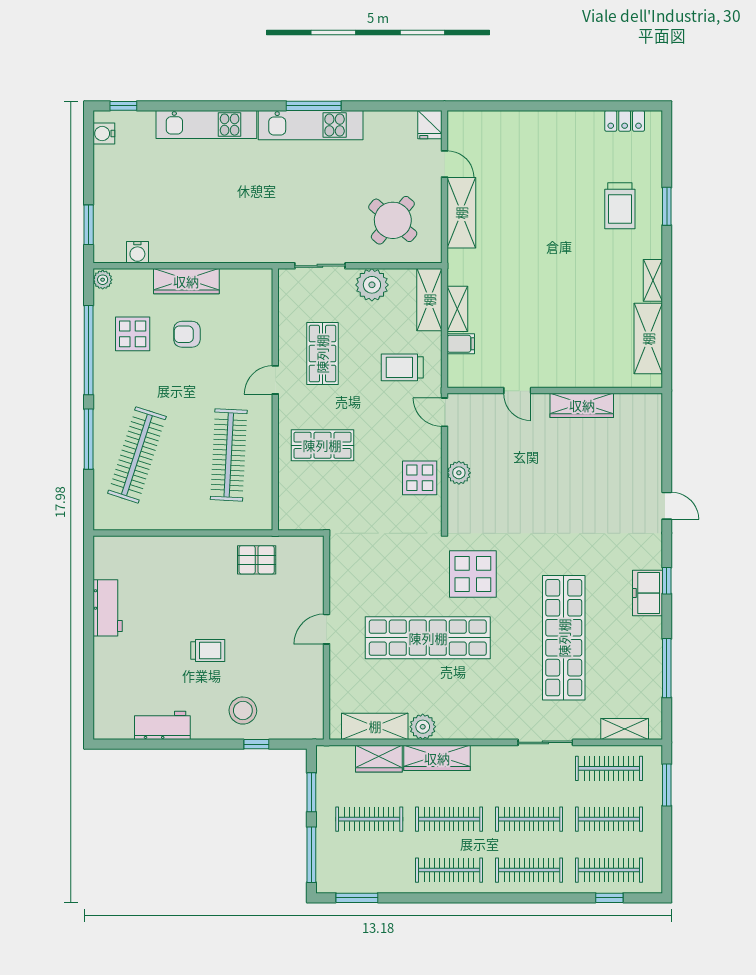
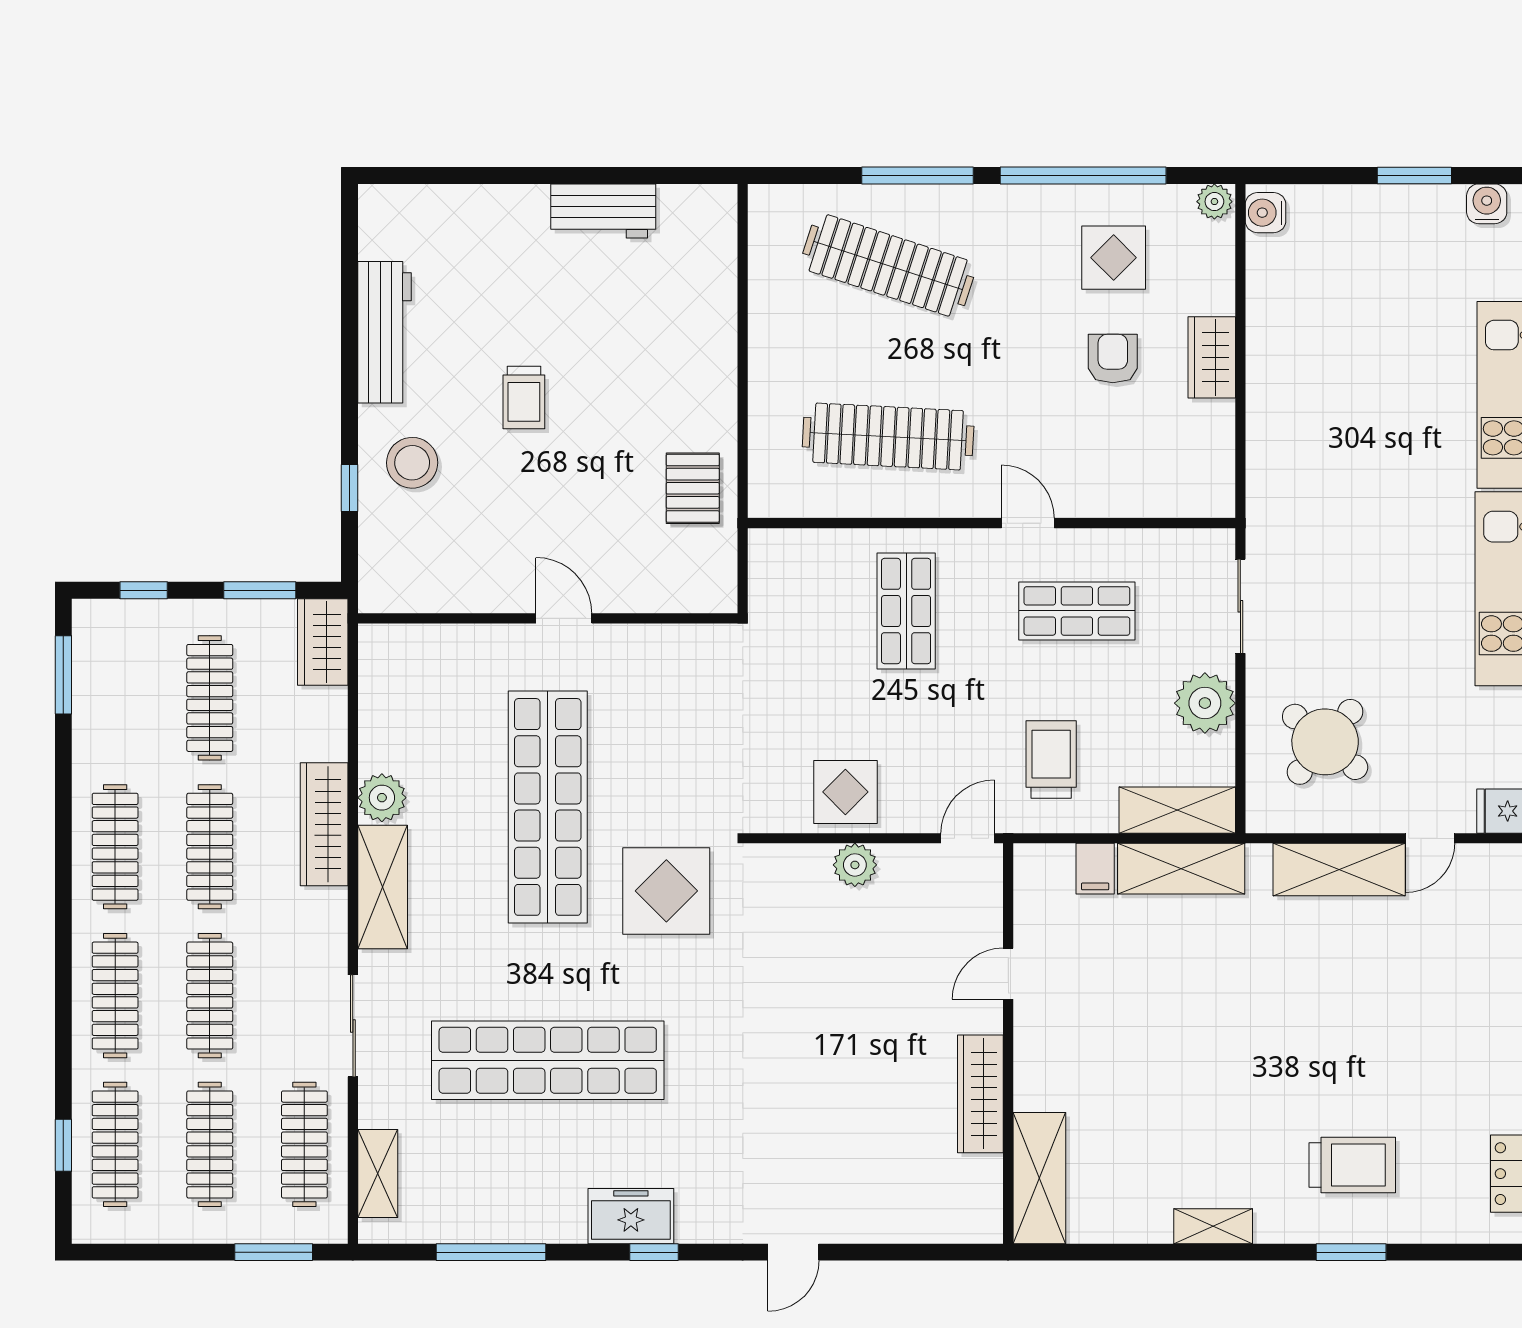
trolley: (620, 206) -> (1352, 1165), turned 180
window: (89, 225) -> (1414, 176), moved
water cooler: (137, 252) -> (1265, 213), moved
wardrobe: (186, 281) -> (1212, 357), width x0.67
shelving: (457, 309) -> (1181, 869), width x1.50, depth x1.33
shelving: (648, 339) -> (1039, 1178), moved, turned 90
workbench: (162, 725) -> (384, 332), width x1.38
shelving: (375, 726) -> (383, 887), moved
wardrobe: (379, 759) -> (323, 642), moved
window: (311, 855) -> (144, 590), width x0.46

